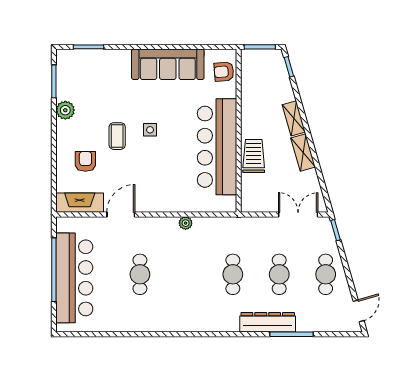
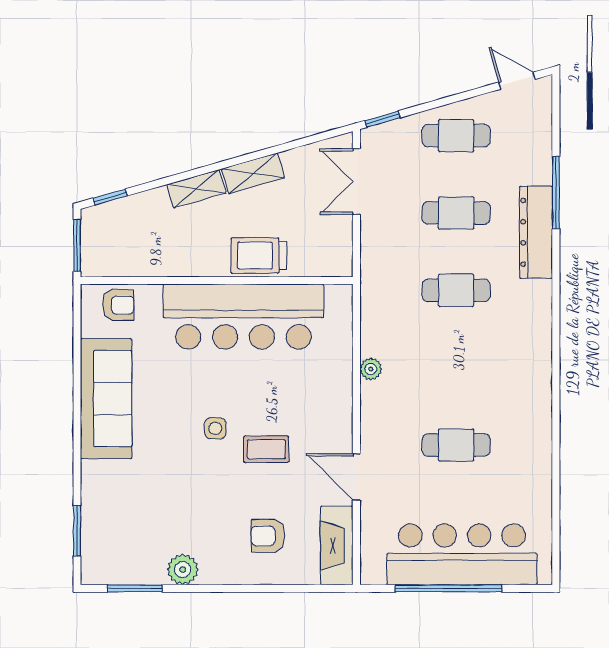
armchair: (224, 72) -> (118, 305), turned -85
coffee table: (117, 136) -> (266, 449), moved

